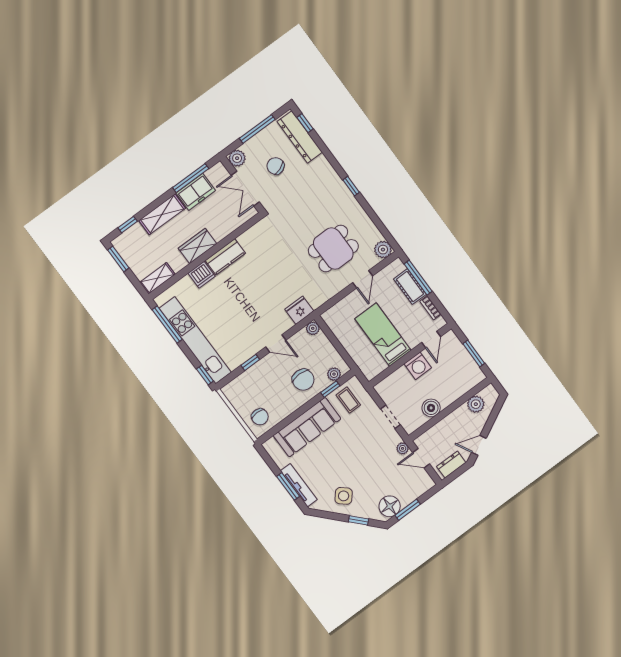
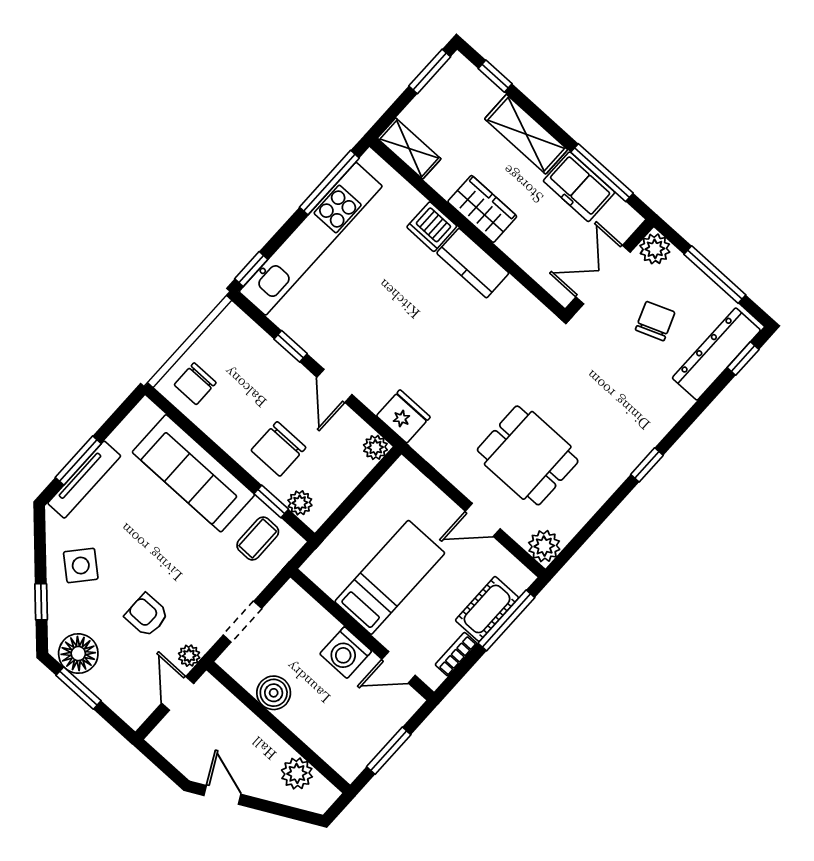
dresser: (451, 465) -> (177, 751), removed
armchair: (377, 466) -> (147, 615), added

